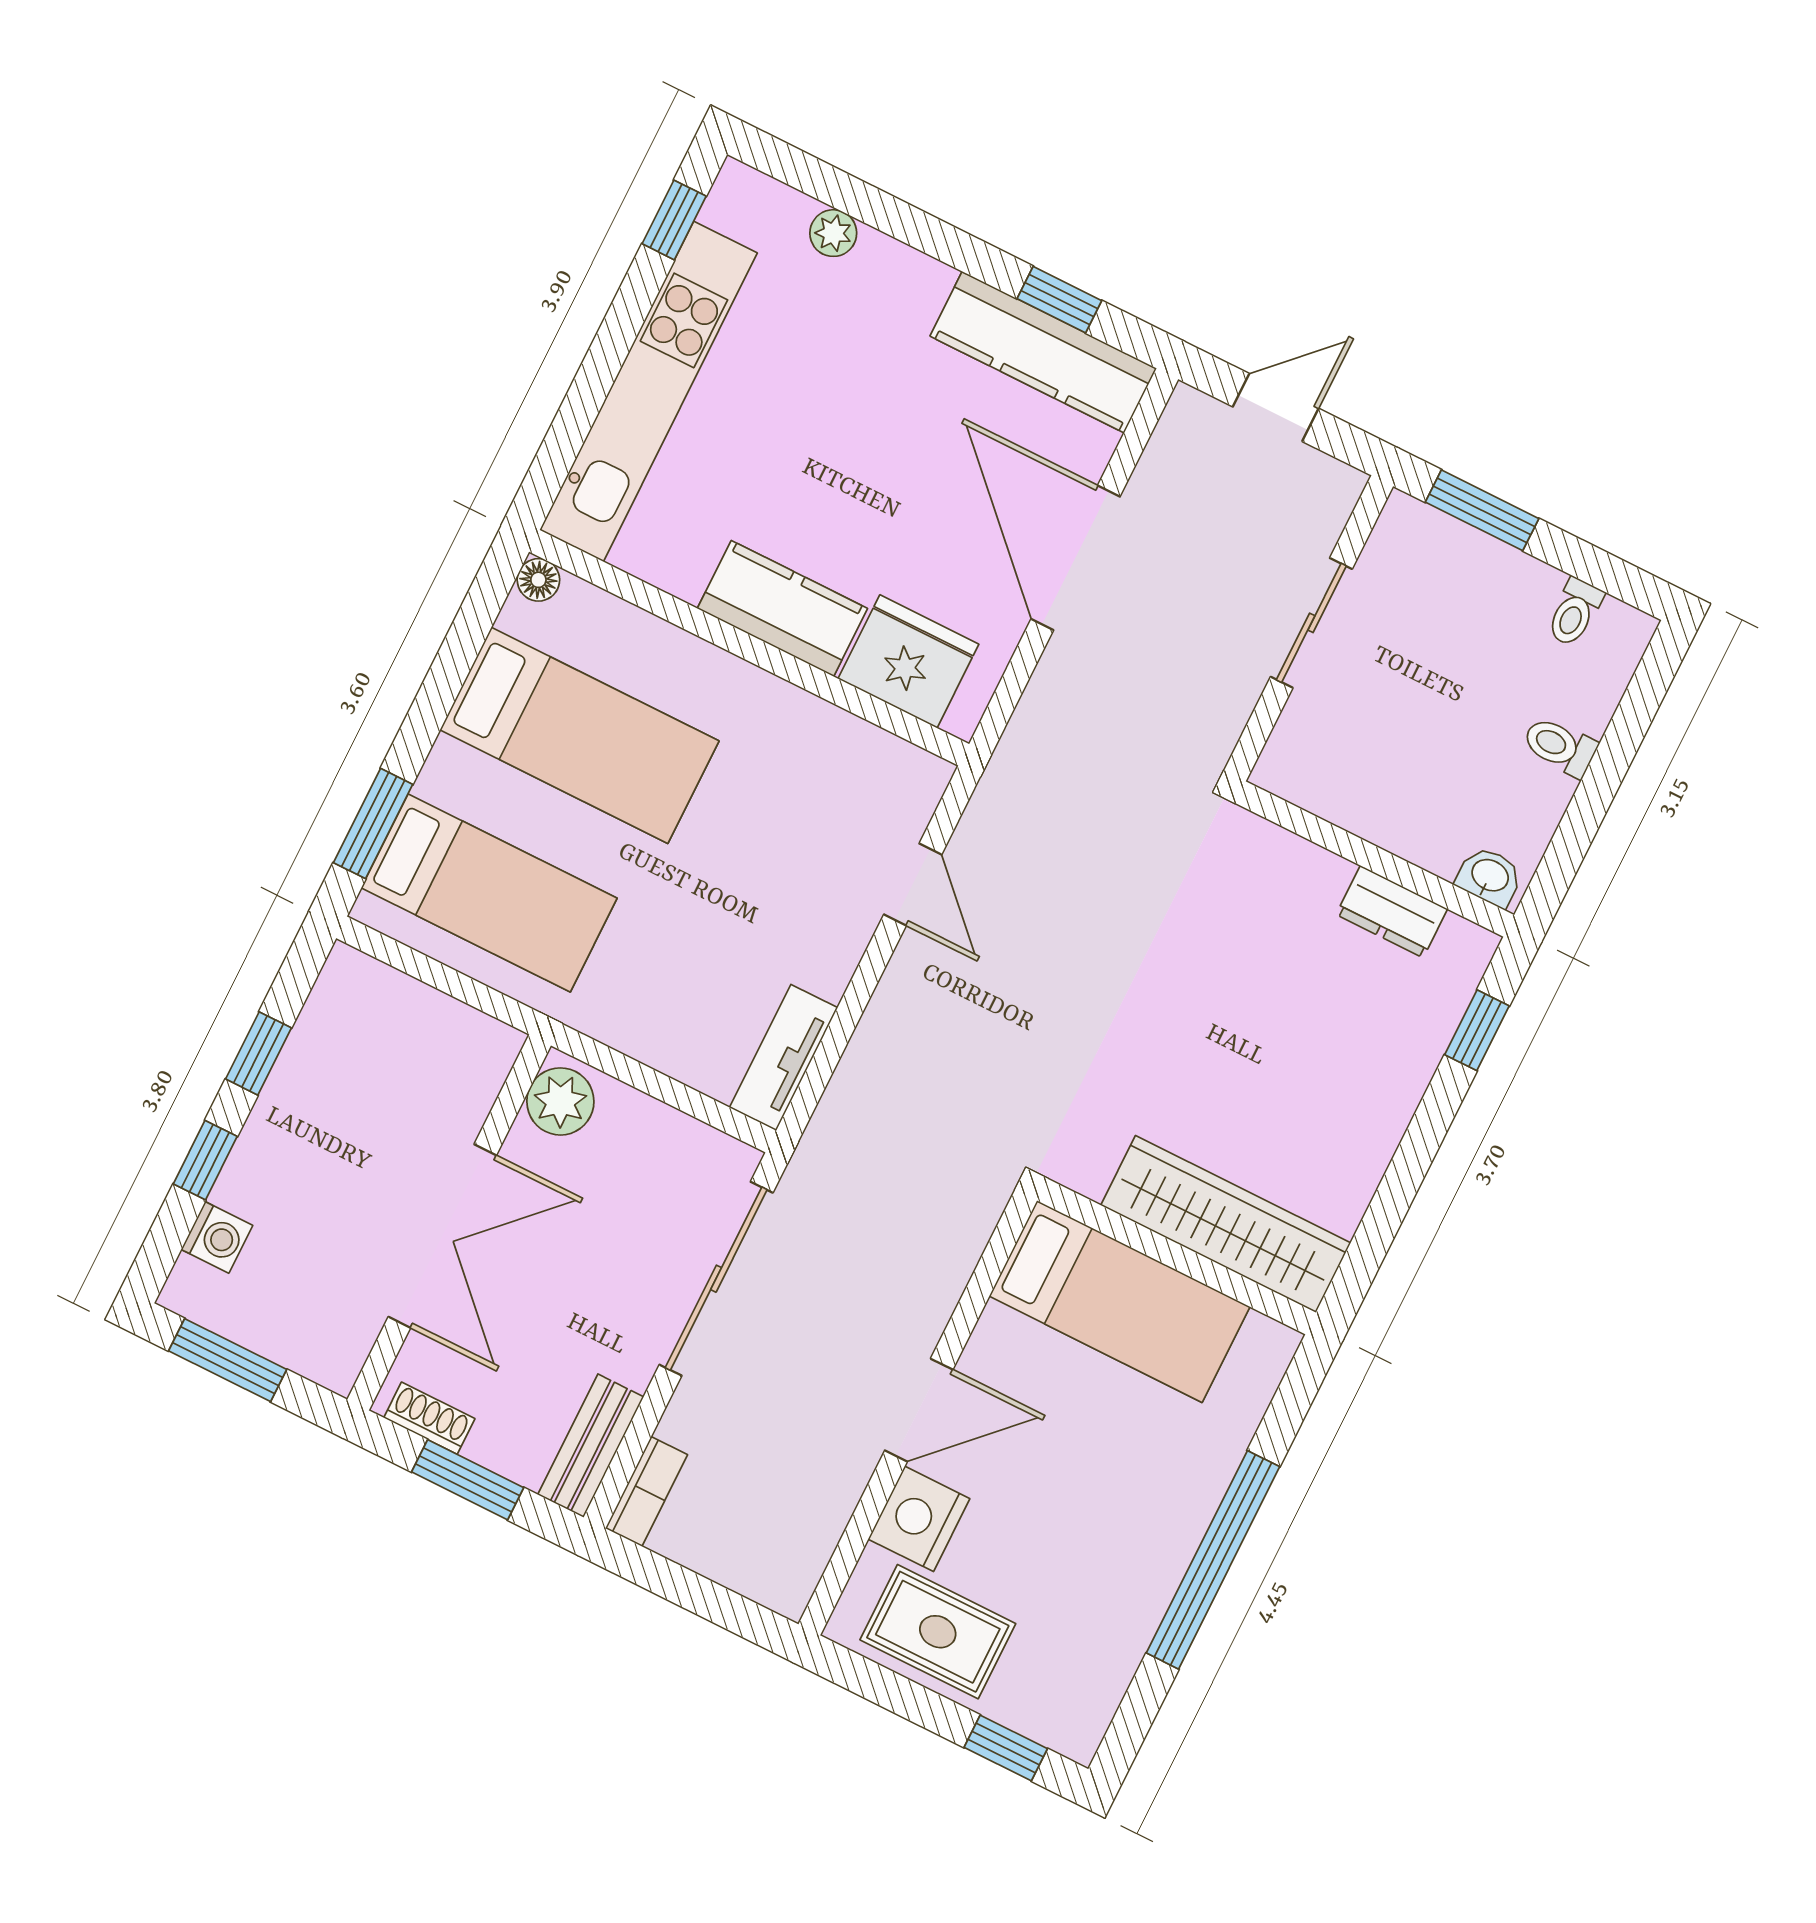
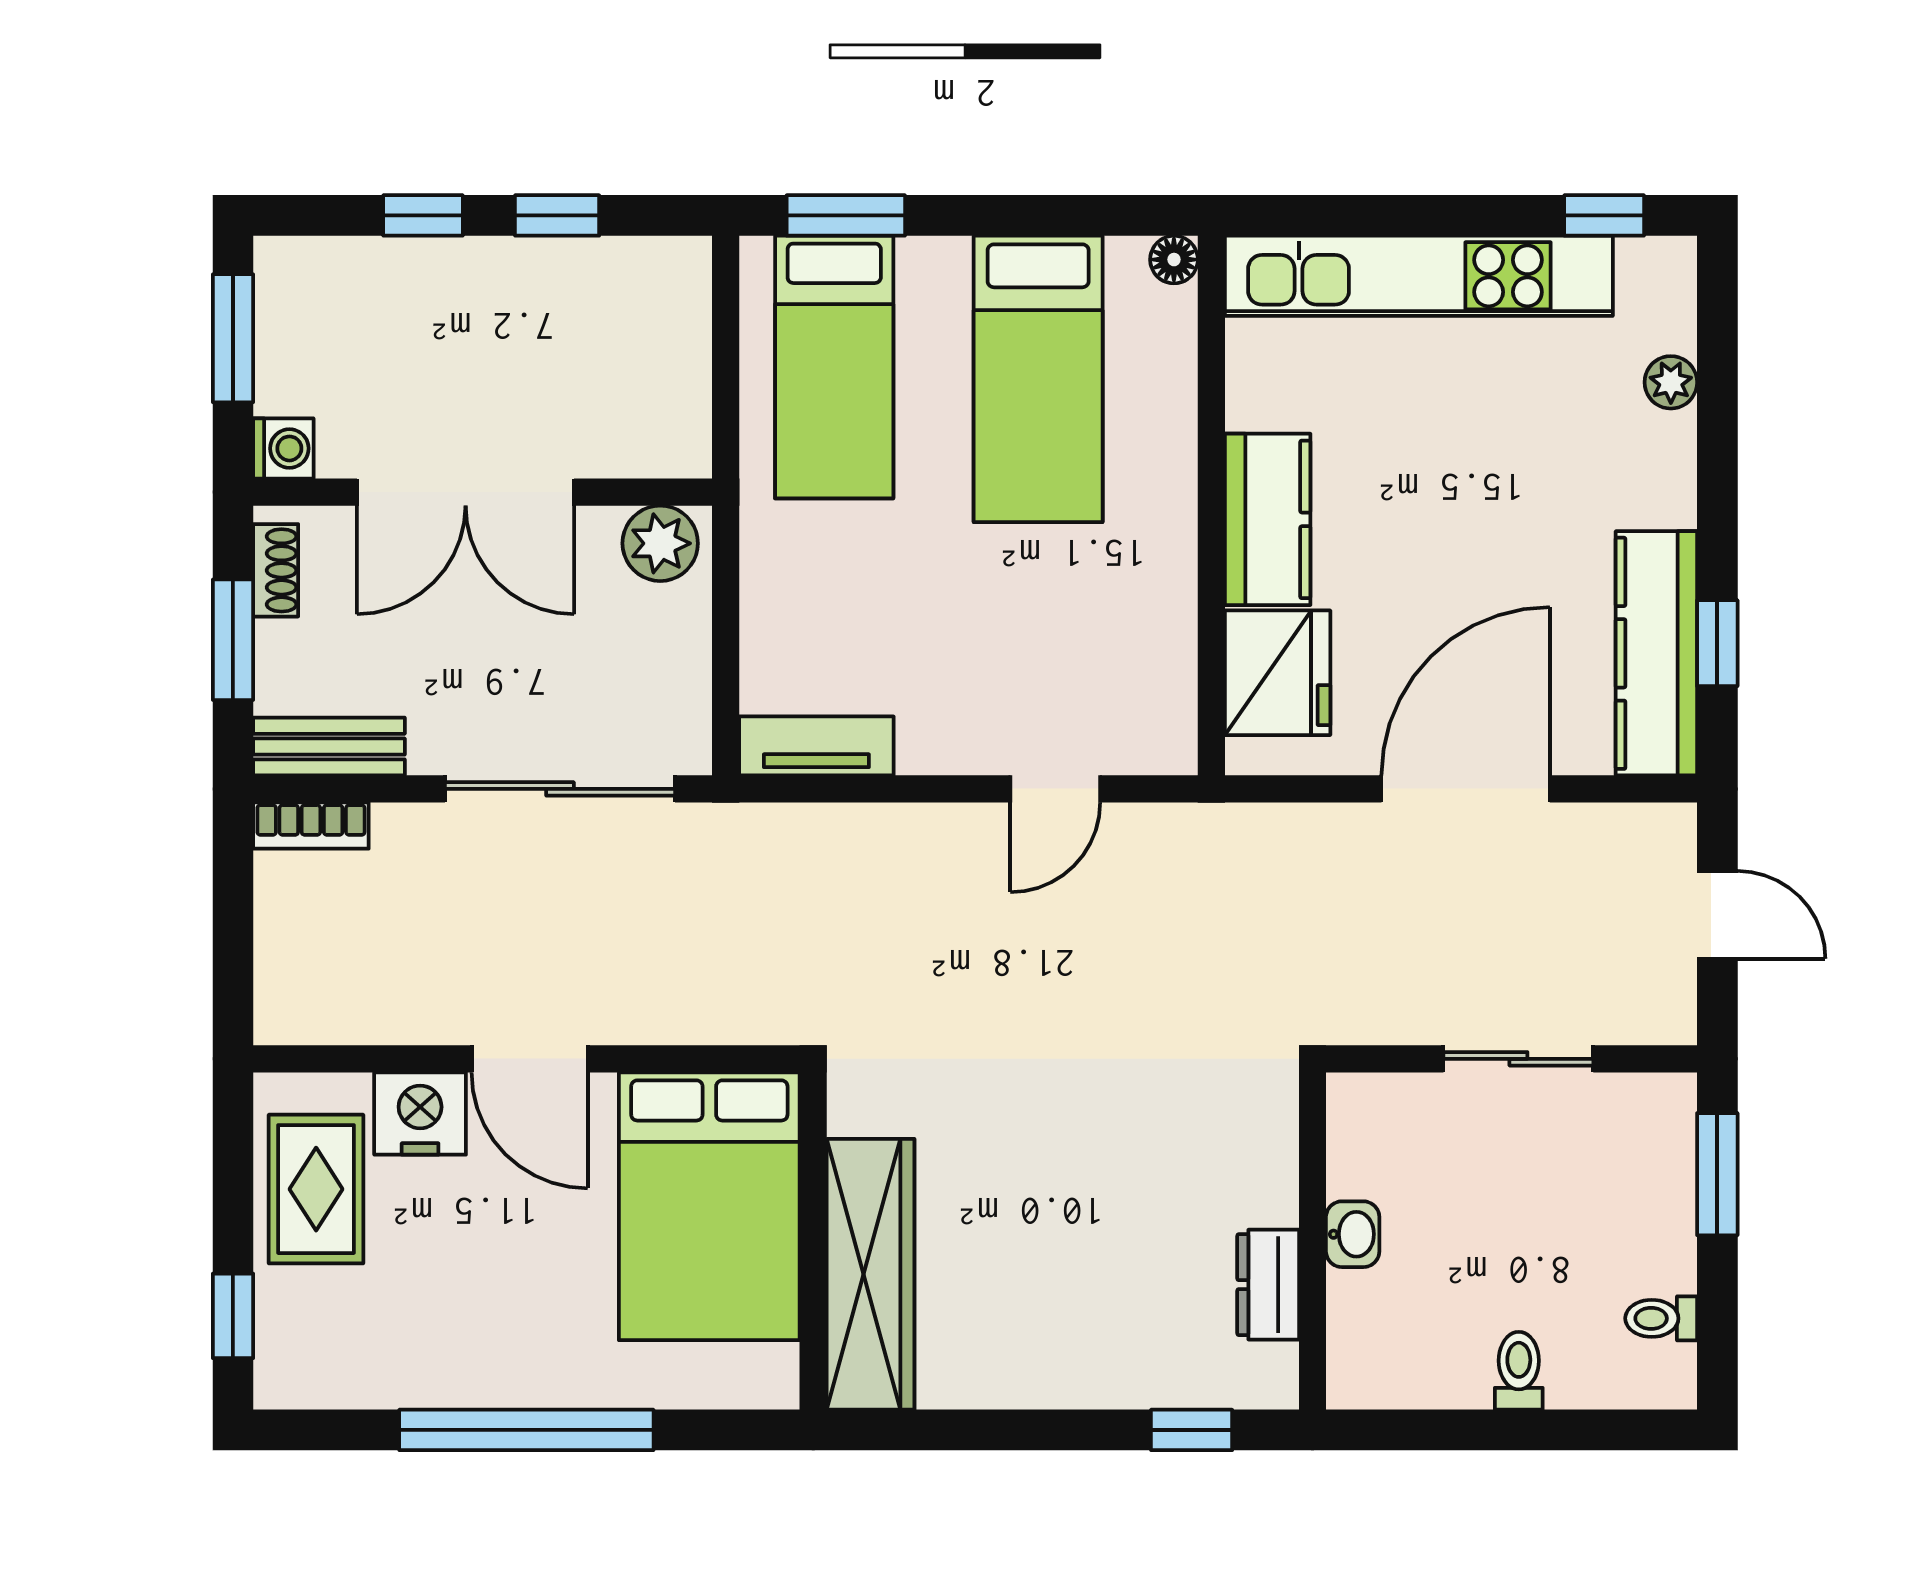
washbasin: (1490, 877) -> (1353, 1234), moved
washing machine: (217, 1237) -> (283, 448), moved, turned -90
bed: (1120, 1301) -> (709, 1206), width x1.50

